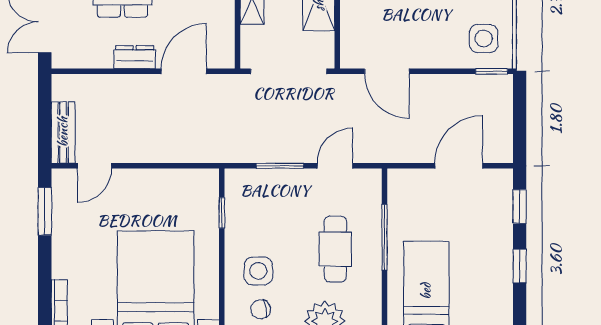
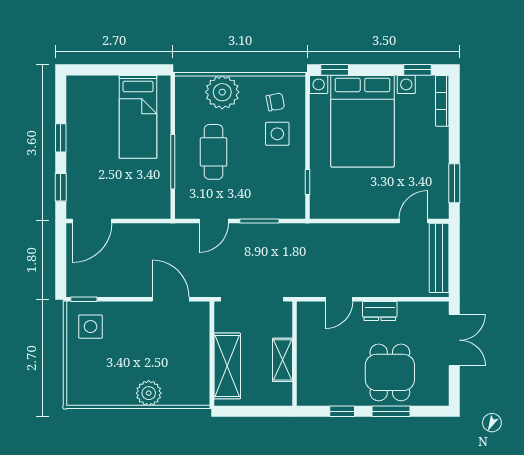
door: (184, 71) -> (339, 299), width x0.73
bench: (63, 132) -> (439, 258), width x1.36
door: (459, 166) -> (92, 221), moved

